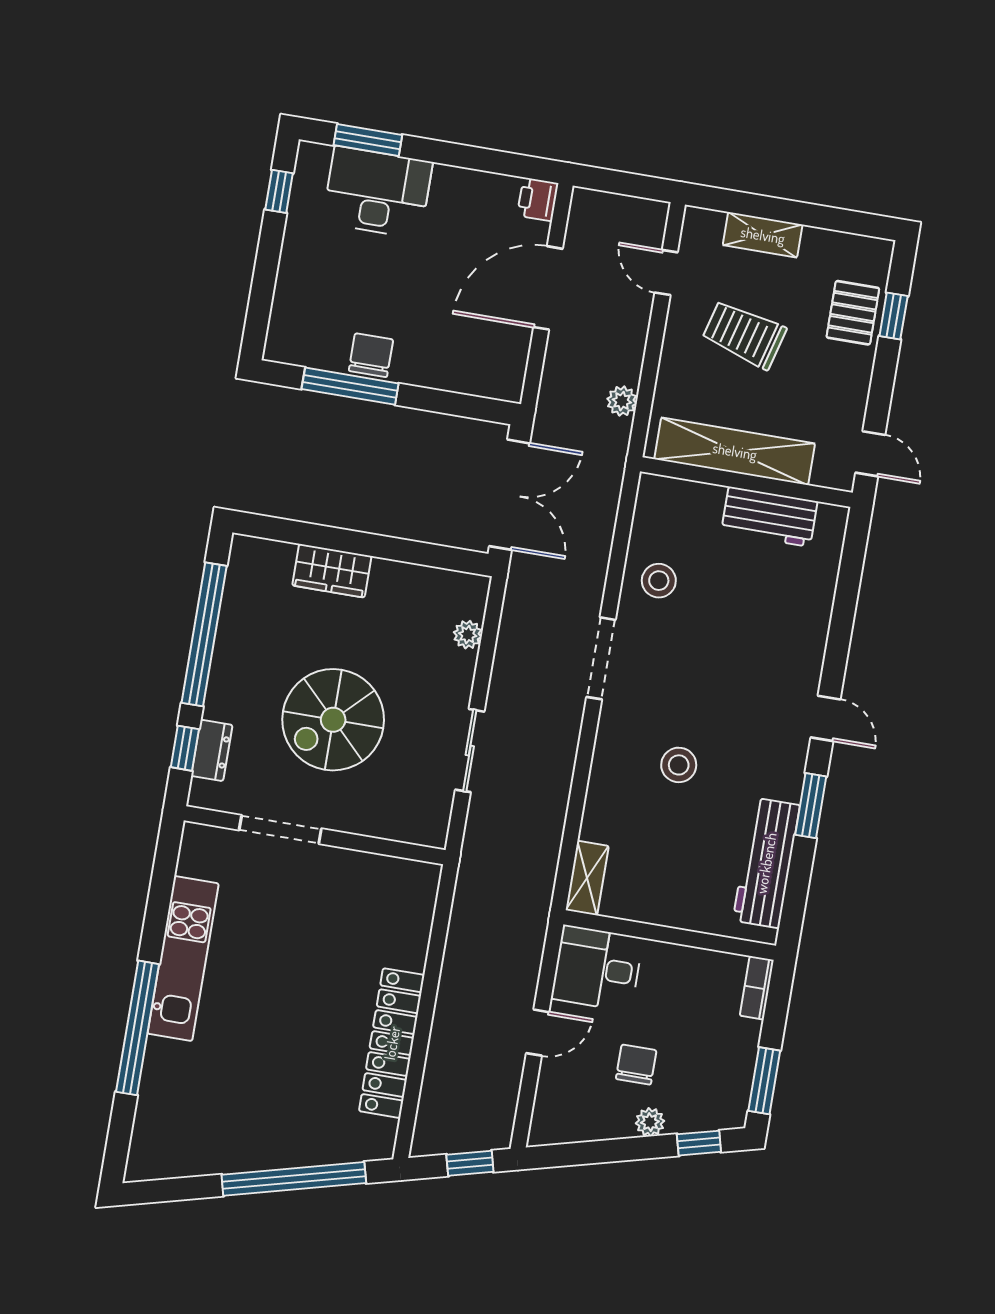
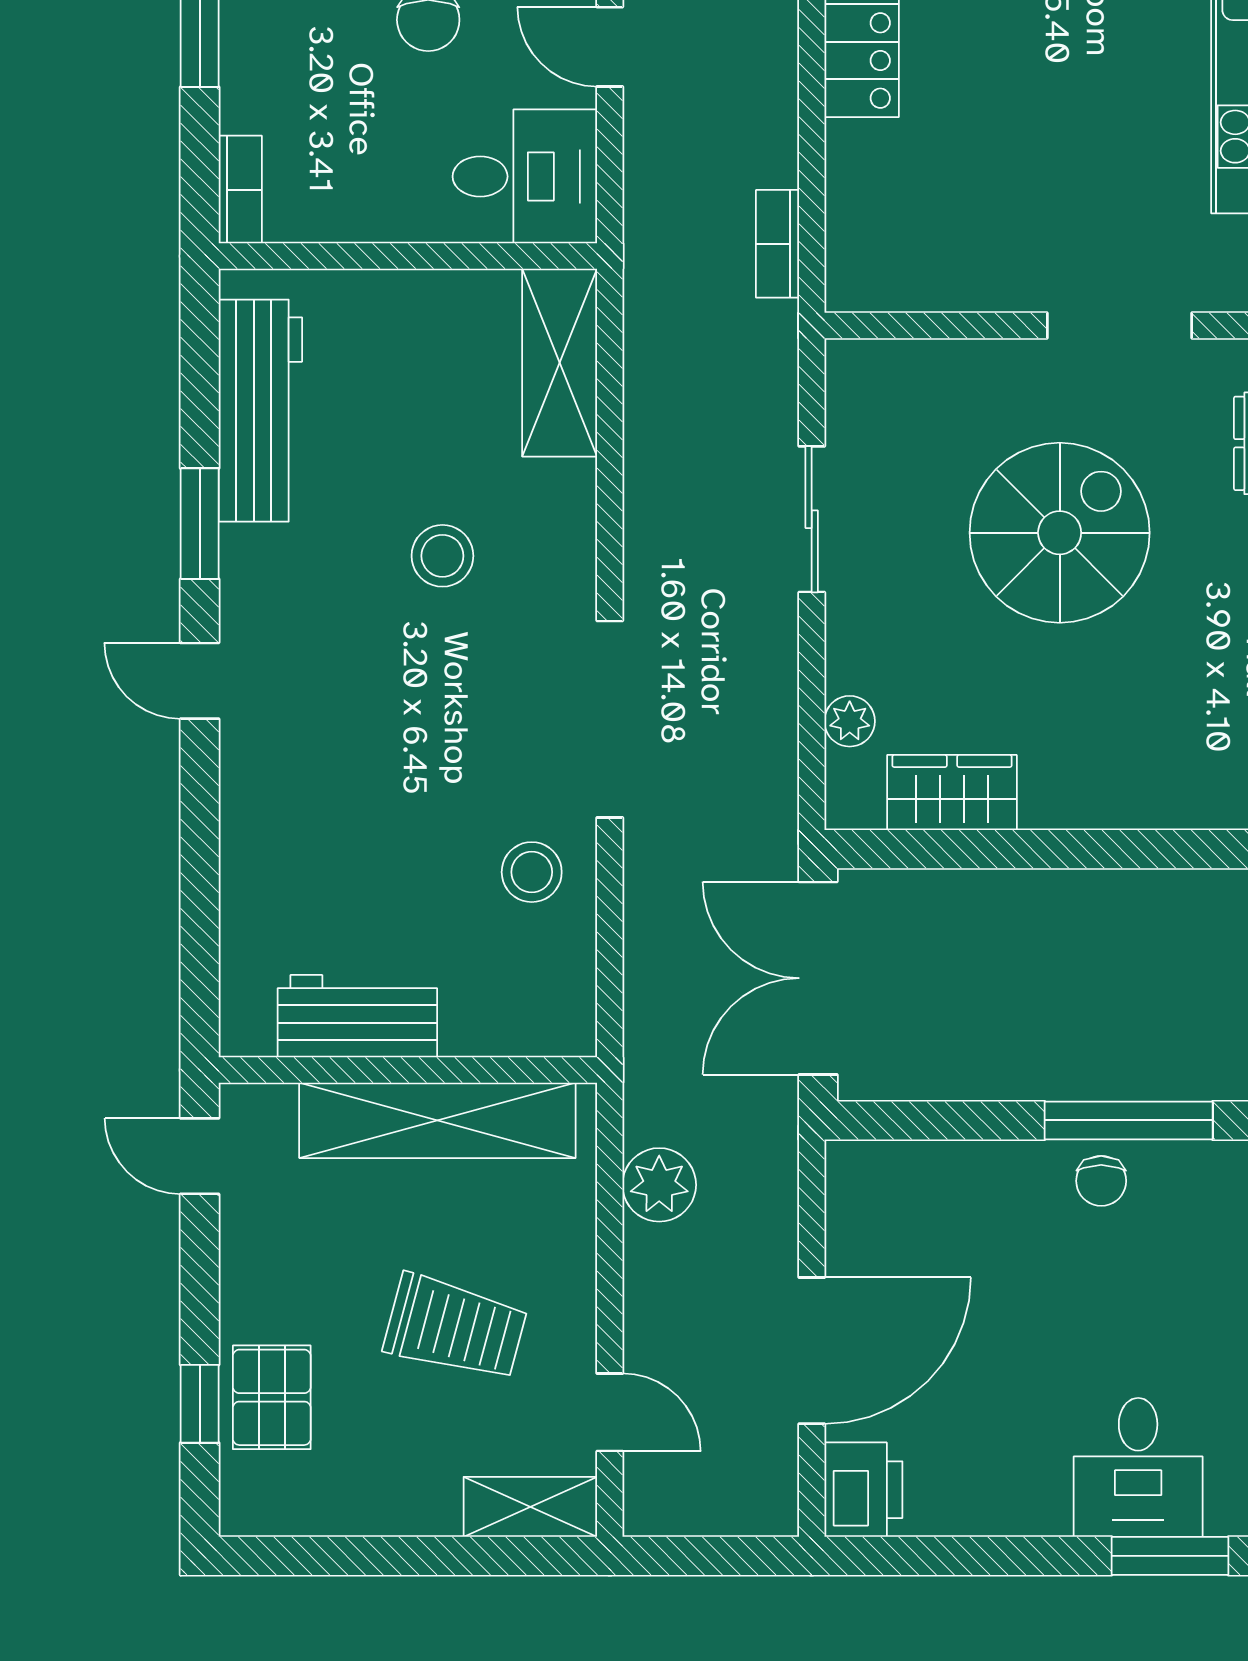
desk: (377, 192) -> (1138, 1467), width x0.73
printer: (538, 199) -> (863, 1490), width x1.36, depth x1.24
shelving: (763, 235) -> (530, 1507), moved
chair: (371, 355) -> (1101, 1181), width x0.73, depth x0.73
plant: (622, 401) -> (659, 1185), width x1.38, depth x1.38
wardrobe: (332, 571) -> (952, 793), moved
doorway: (601, 658) -> (610, 719), width x1.36
shelving: (587, 878) -> (560, 363), width x1.50, depth x1.33
bookcase: (463, 907) -> (778, 244), added
door: (538, 1033) -> (610, 47), hinge flipped

